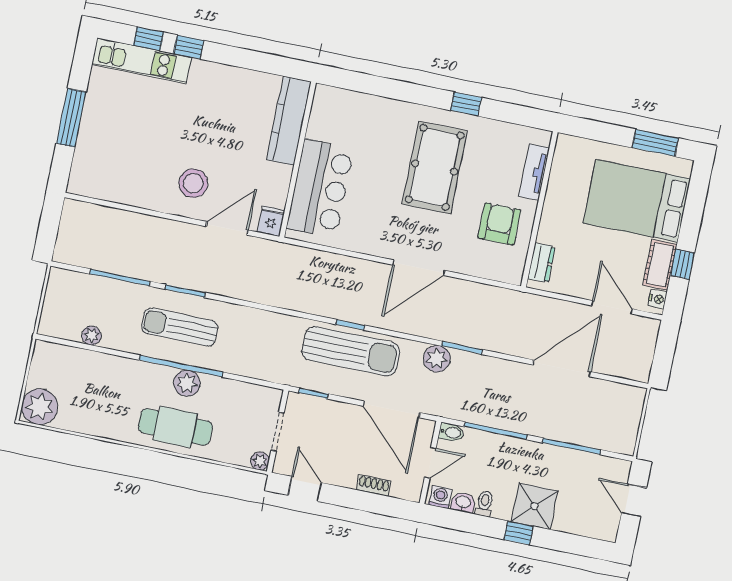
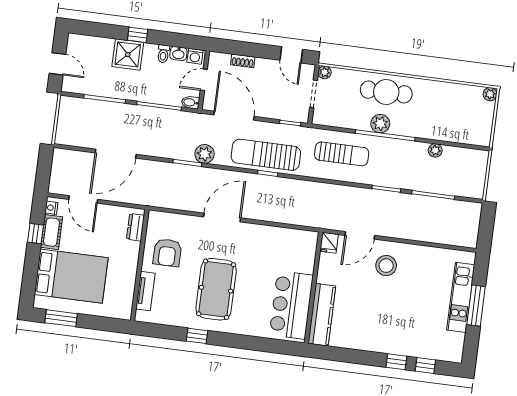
kitchen unit: (142, 61) -> (461, 297), moved, turned -90
bar counter: (320, 188) -> (291, 305), moved
sun lounger: (180, 327) -> (342, 154), moved
plant: (91, 336) -> (435, 150), moved
plant: (40, 407) -> (490, 94), width x0.53, depth x0.53

